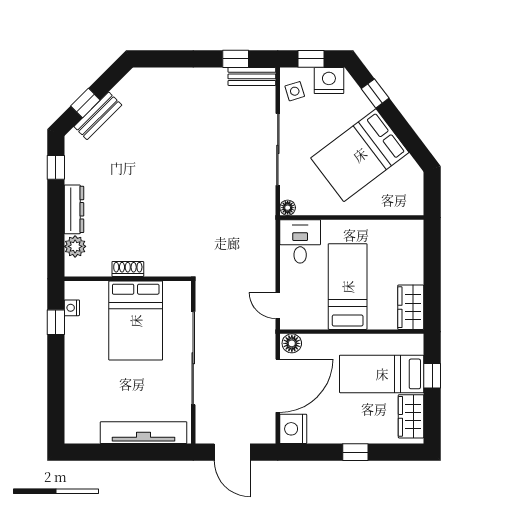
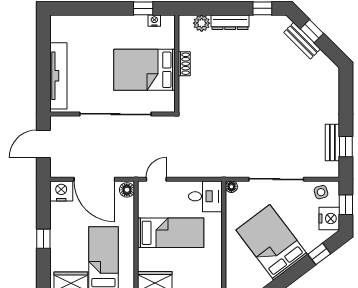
bench: (252, 76) -> (332, 142), moved

